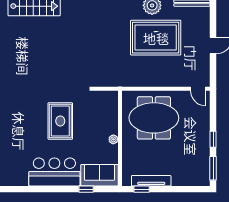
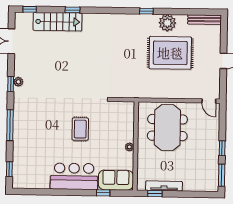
meeting table: (154, 118) -> (167, 128), turned 90
rug: (60, 121) -> (80, 129), width x0.73, depth x0.70

